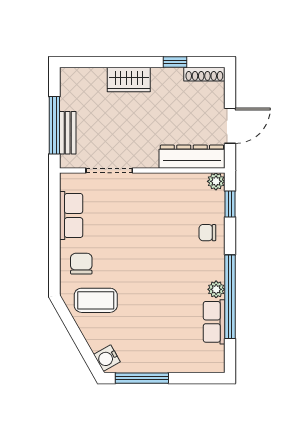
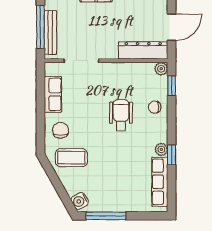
bench: (68, 133) -> (50, 32), width x1.36
wheelchair: (162, 243) -> (121, 115), added
window: (230, 297) -> (172, 155), width x0.32
row of seats: (214, 322) -> (160, 182), width x1.48

